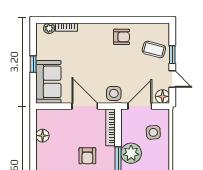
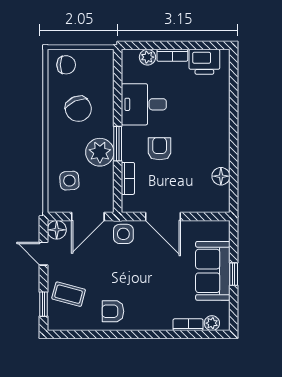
window: (172, 55) -> (43, 304), moved
sofa: (48, 82) -> (213, 271), moved
bookcase: (111, 127) -> (128, 178), width x0.64

